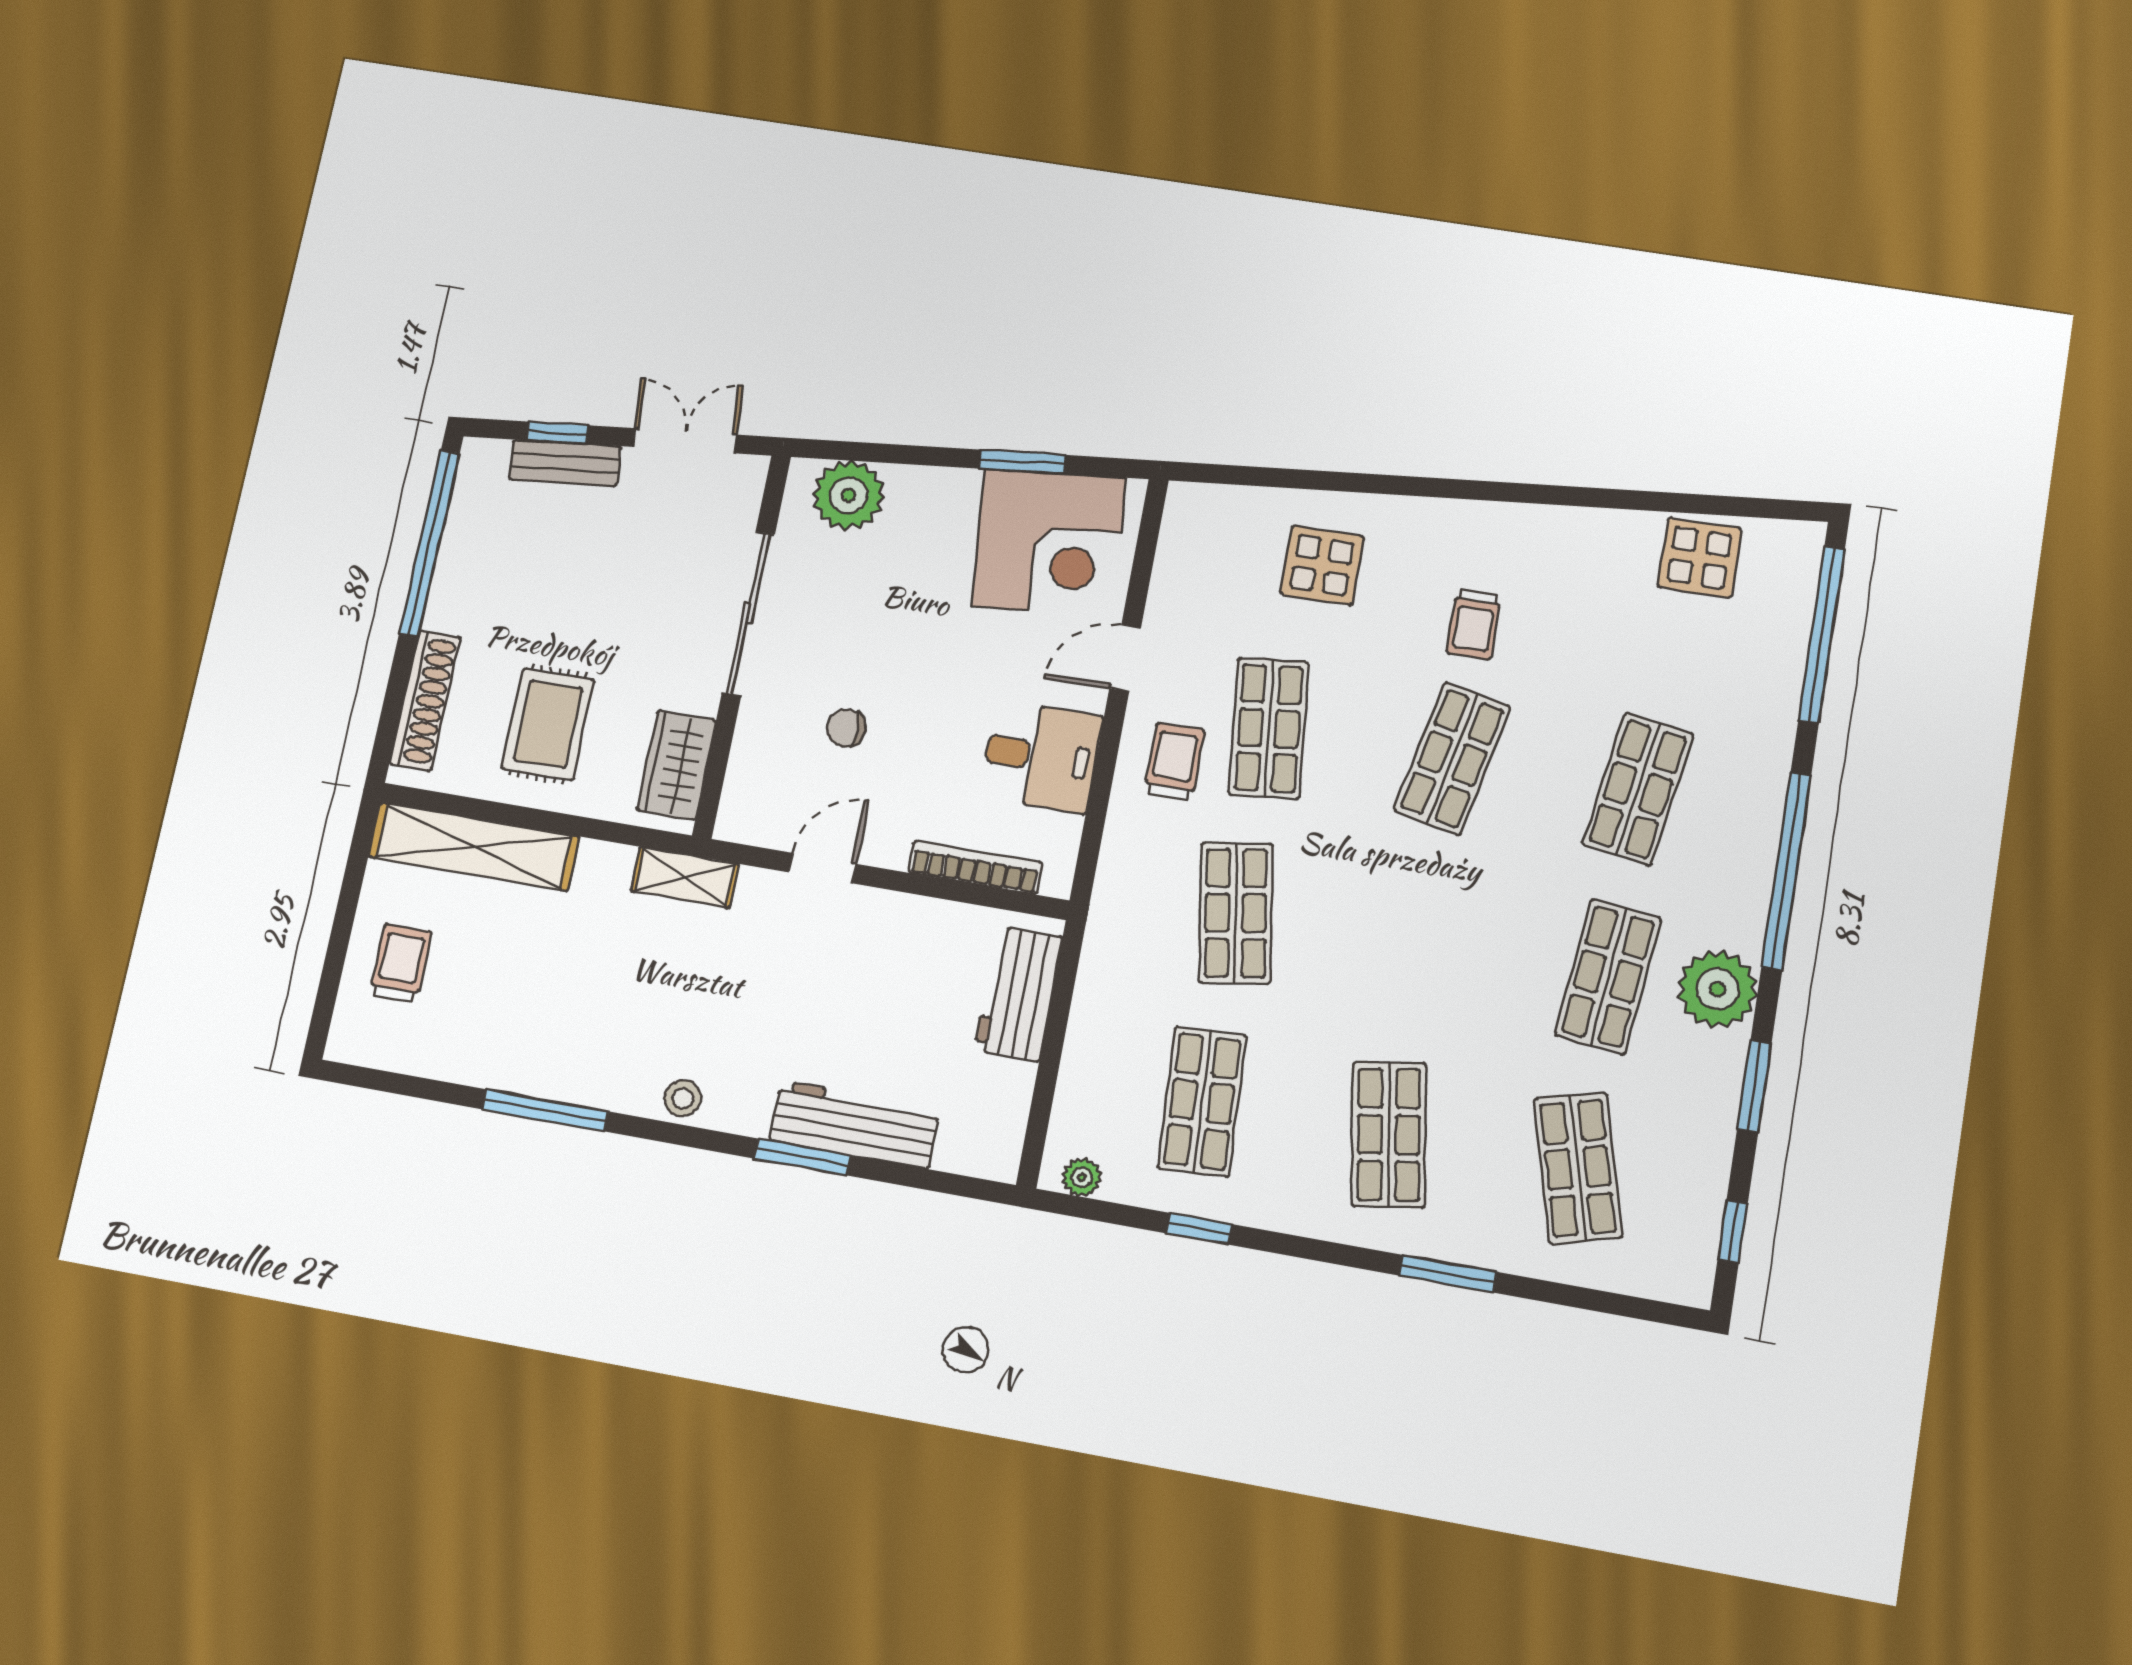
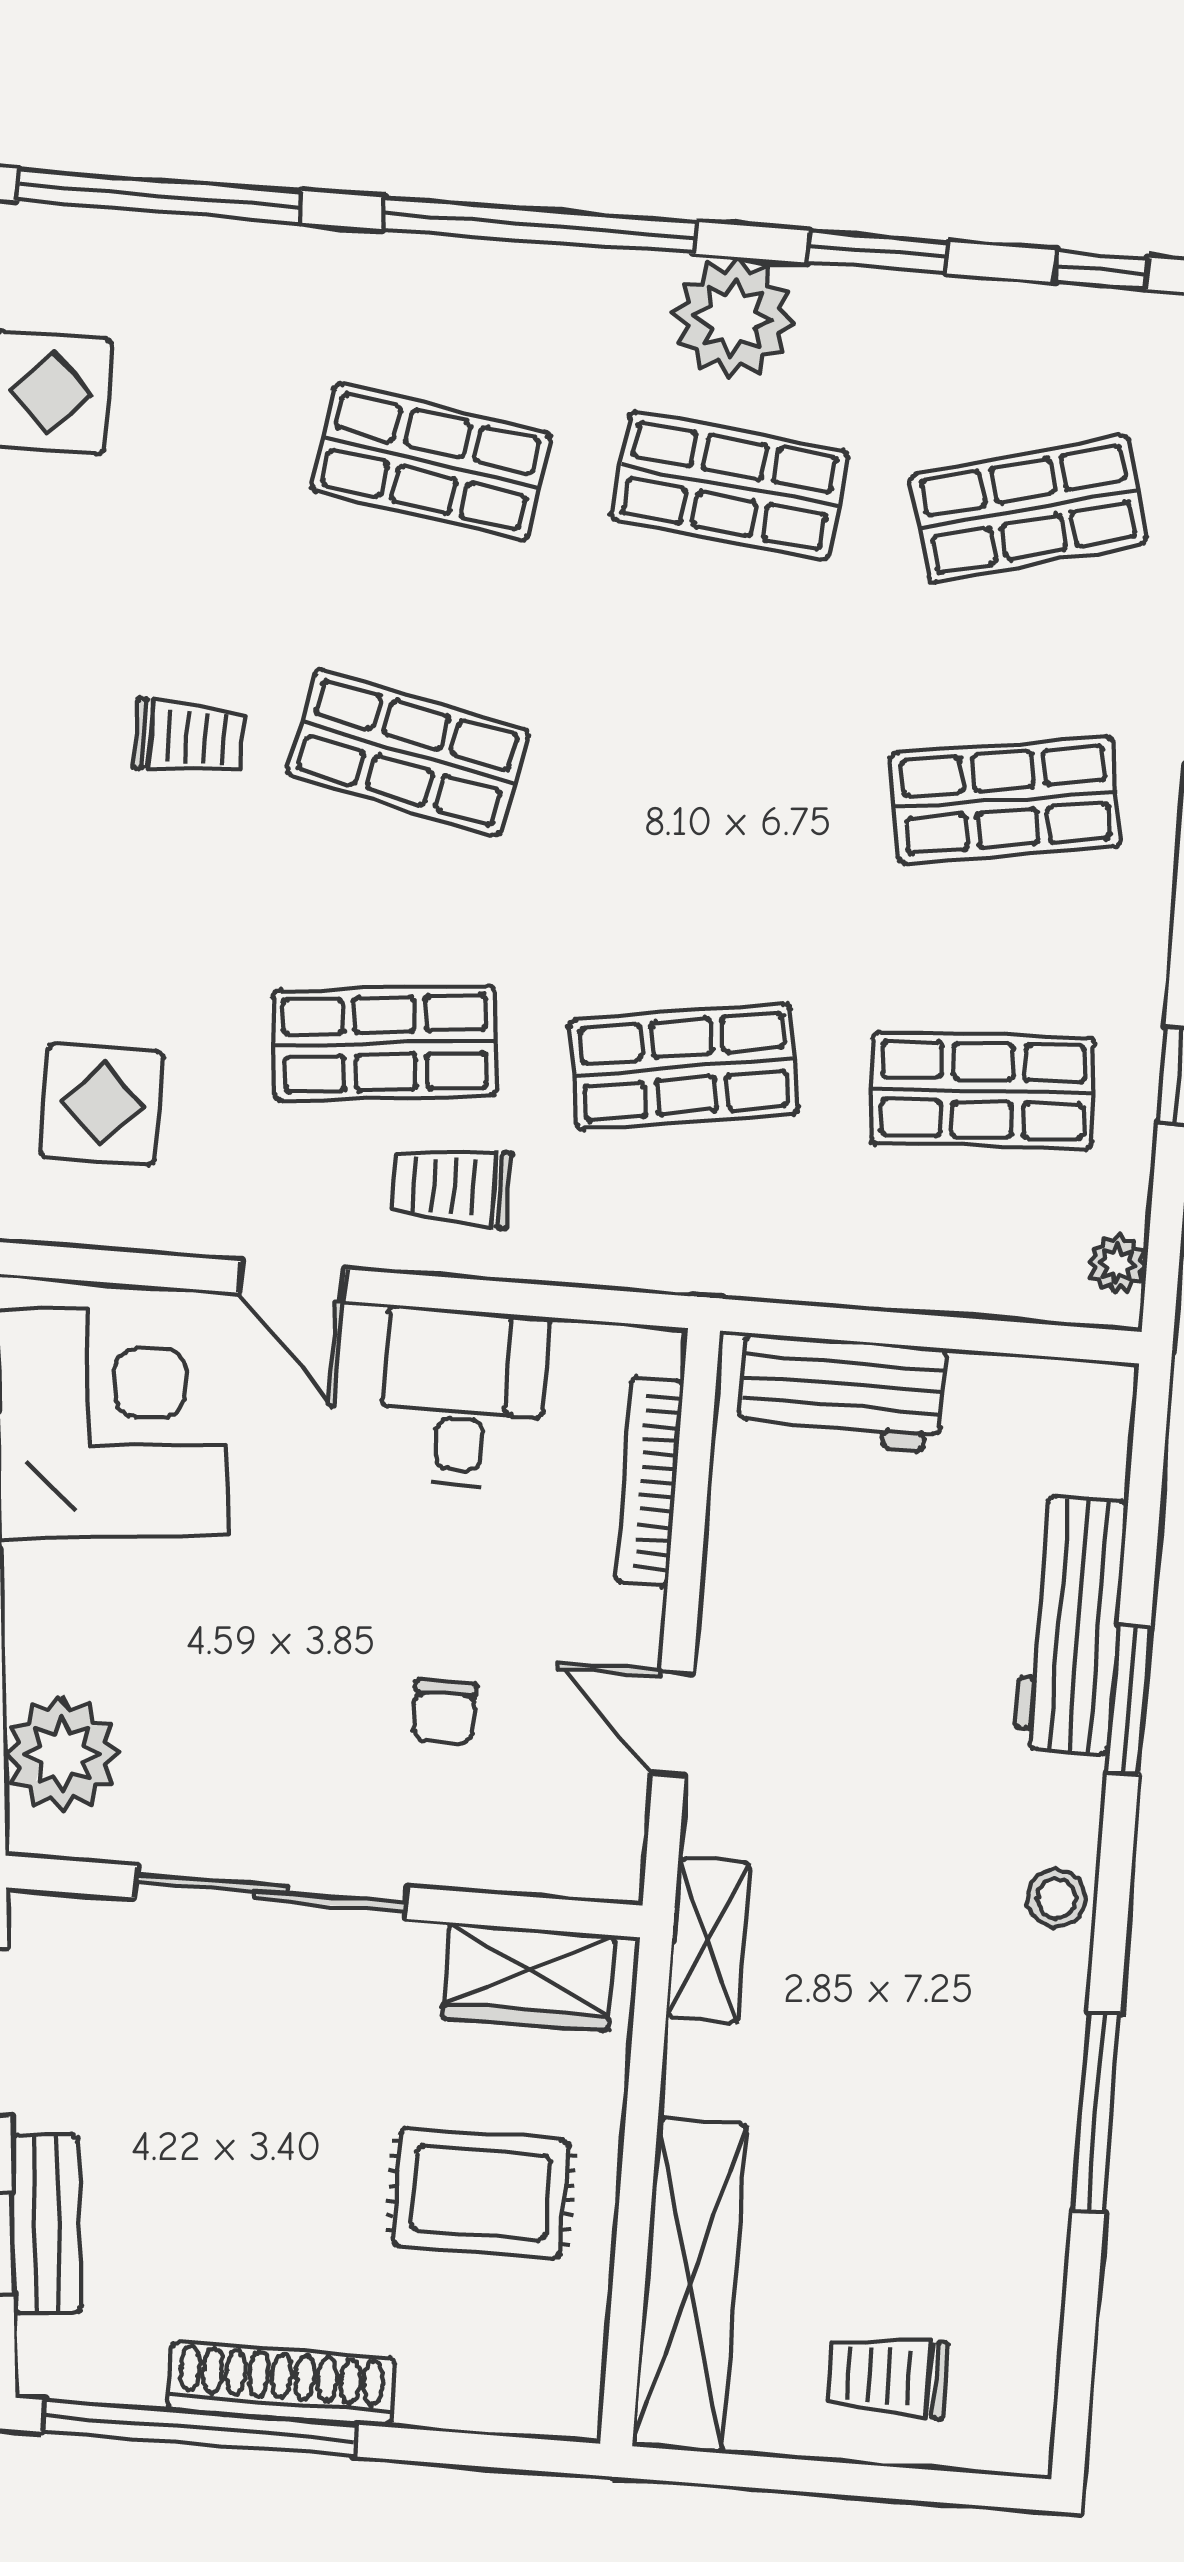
display table: (1322, 565) -> (101, 1104), moved
shoe rack: (425, 700) -> (281, 2384), moved

